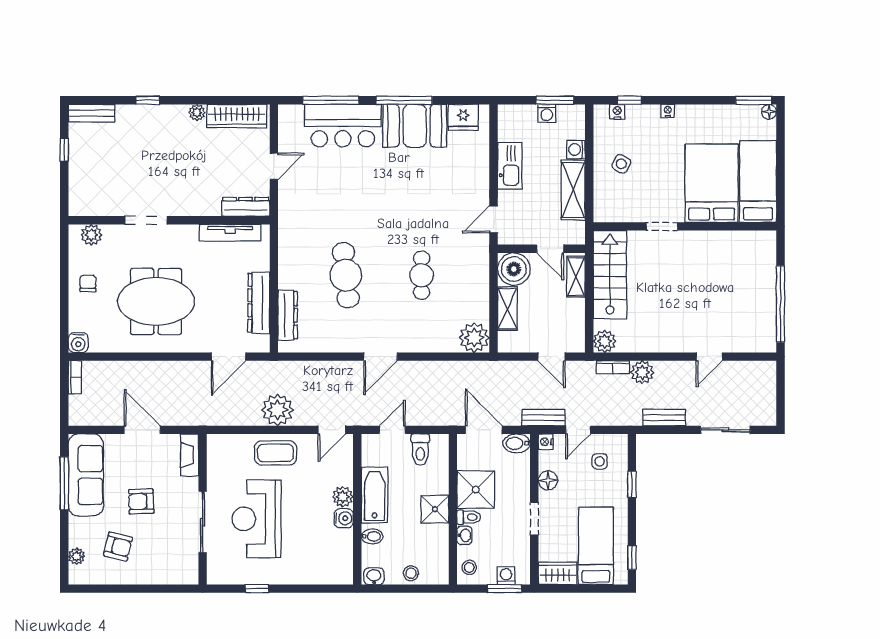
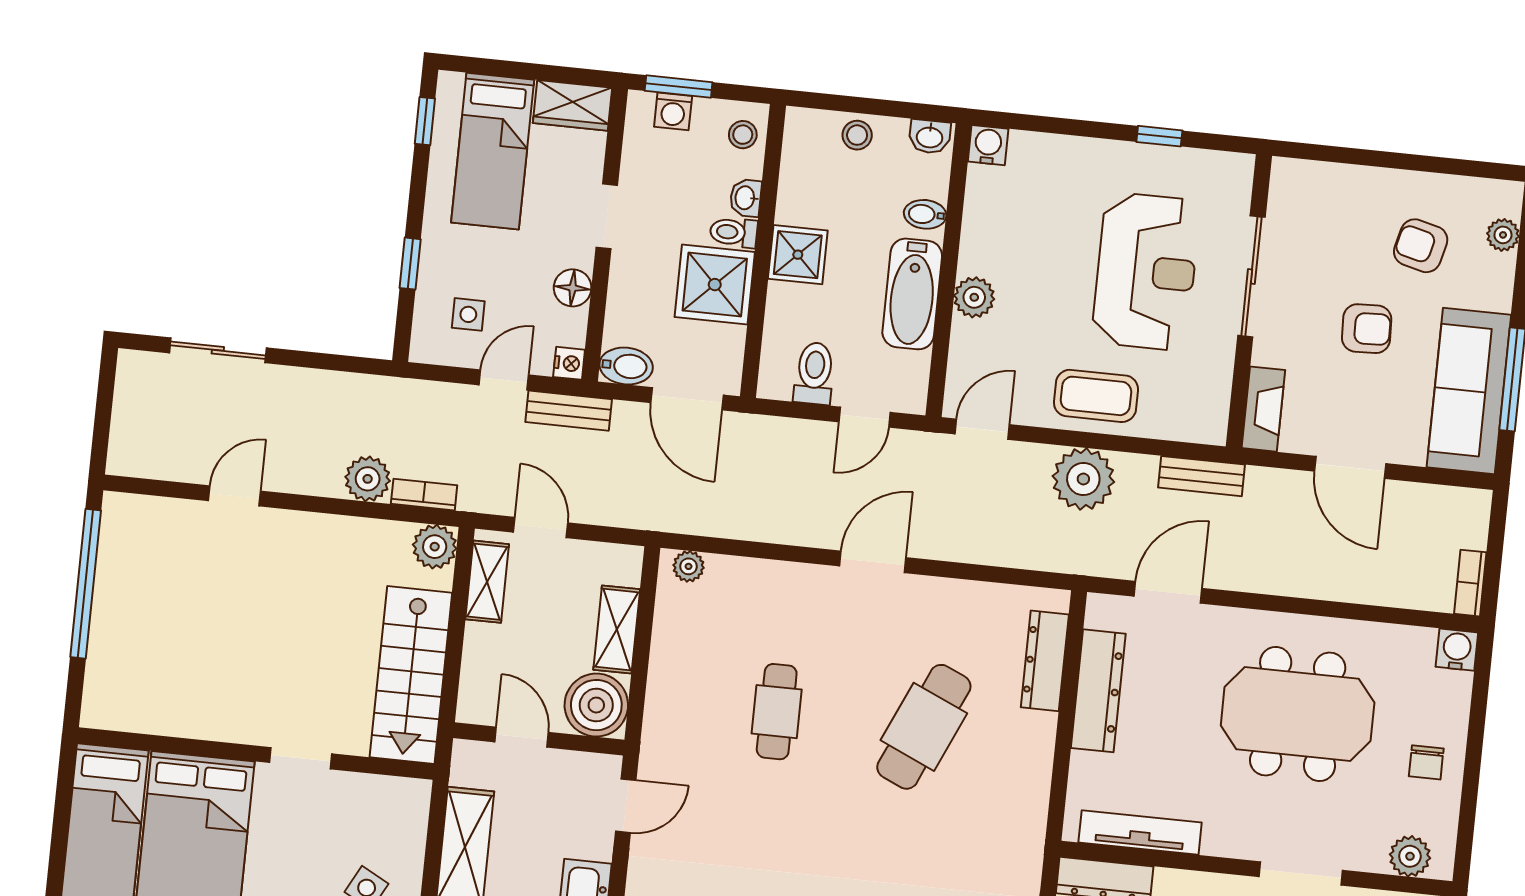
cafe table: (346, 275) -> (924, 727), turned 30
shelving: (576, 276) -> (487, 582), moved
plant: (474, 338) -> (689, 566), width x0.53, depth x0.53
bench: (664, 418) -> (1201, 476), moved
water cooler: (344, 518) -> (988, 145), moved, turned 90

